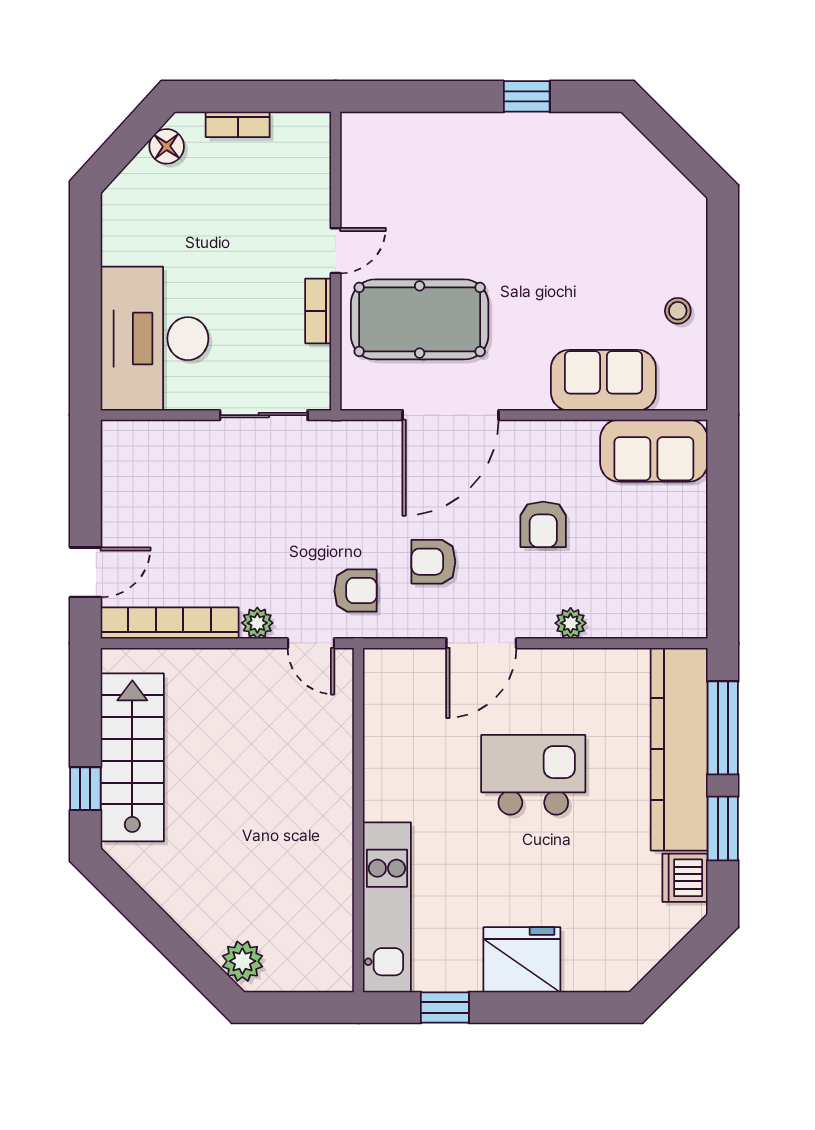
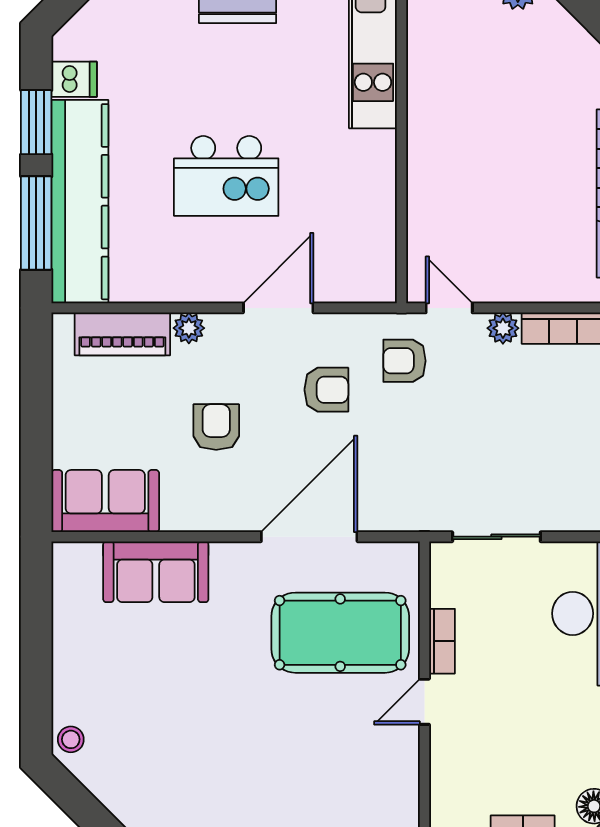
stool: (678, 311) -> (71, 739), moved
piano: (637, 617) -> (122, 334), added
dishwasher: (685, 878) -> (74, 79), width x0.73

